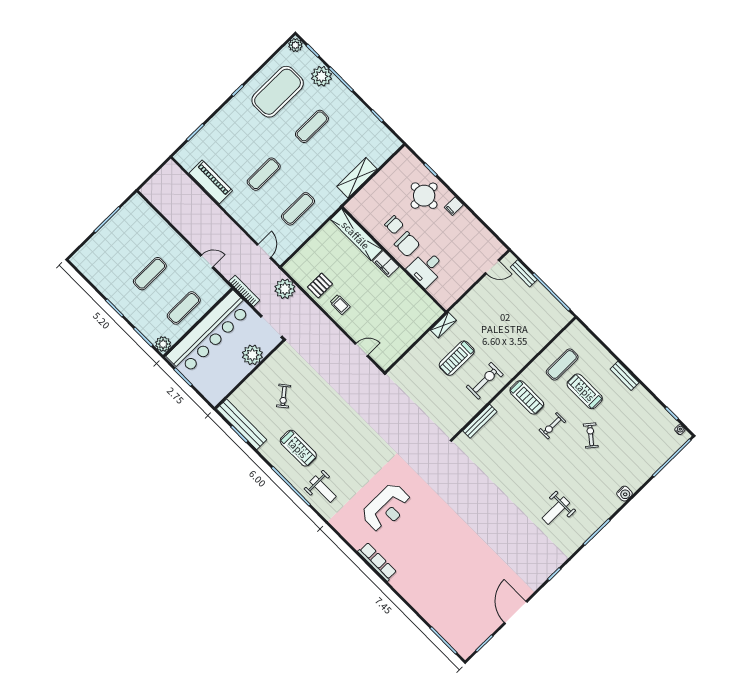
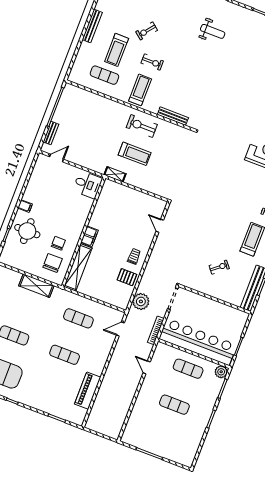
chair: (407, 244) -> (53, 263), moved
door: (492, 267) -> (57, 158), hinge flipped
desk: (426, 269) -> (88, 185), moved
plant: (252, 355) -> (200, 303), removed
bench: (625, 376) -> (92, 26), width x1.36

